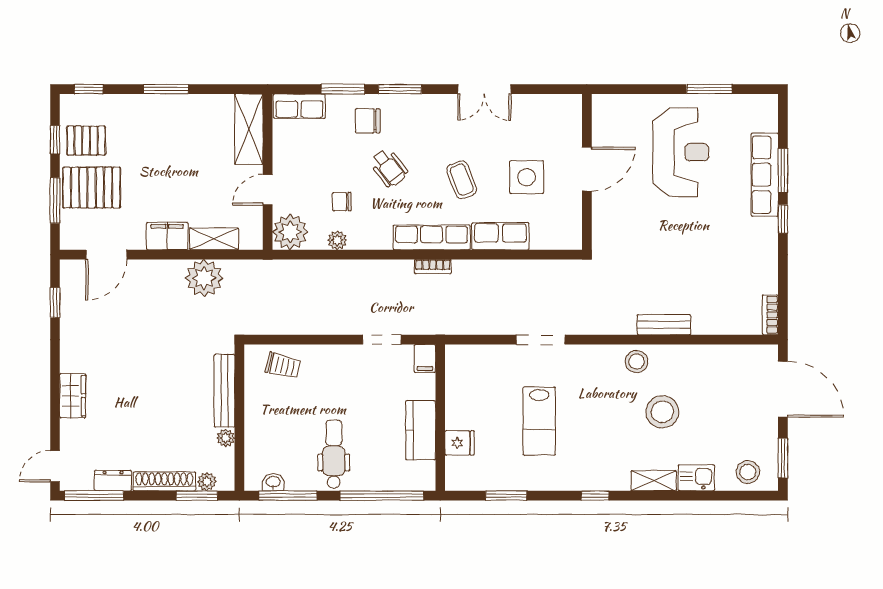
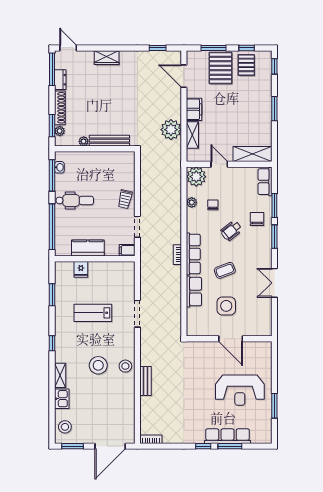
trolley: (283, 366) -> (125, 199), moved
stool: (662, 412) -> (98, 365), moved

